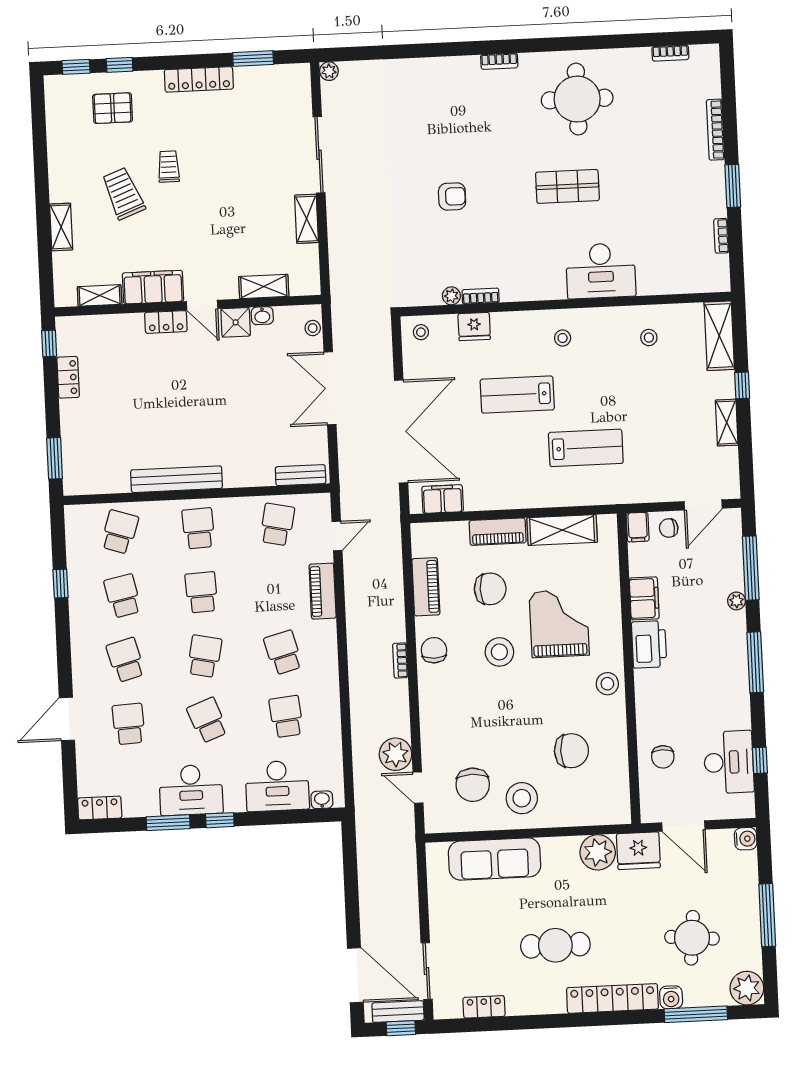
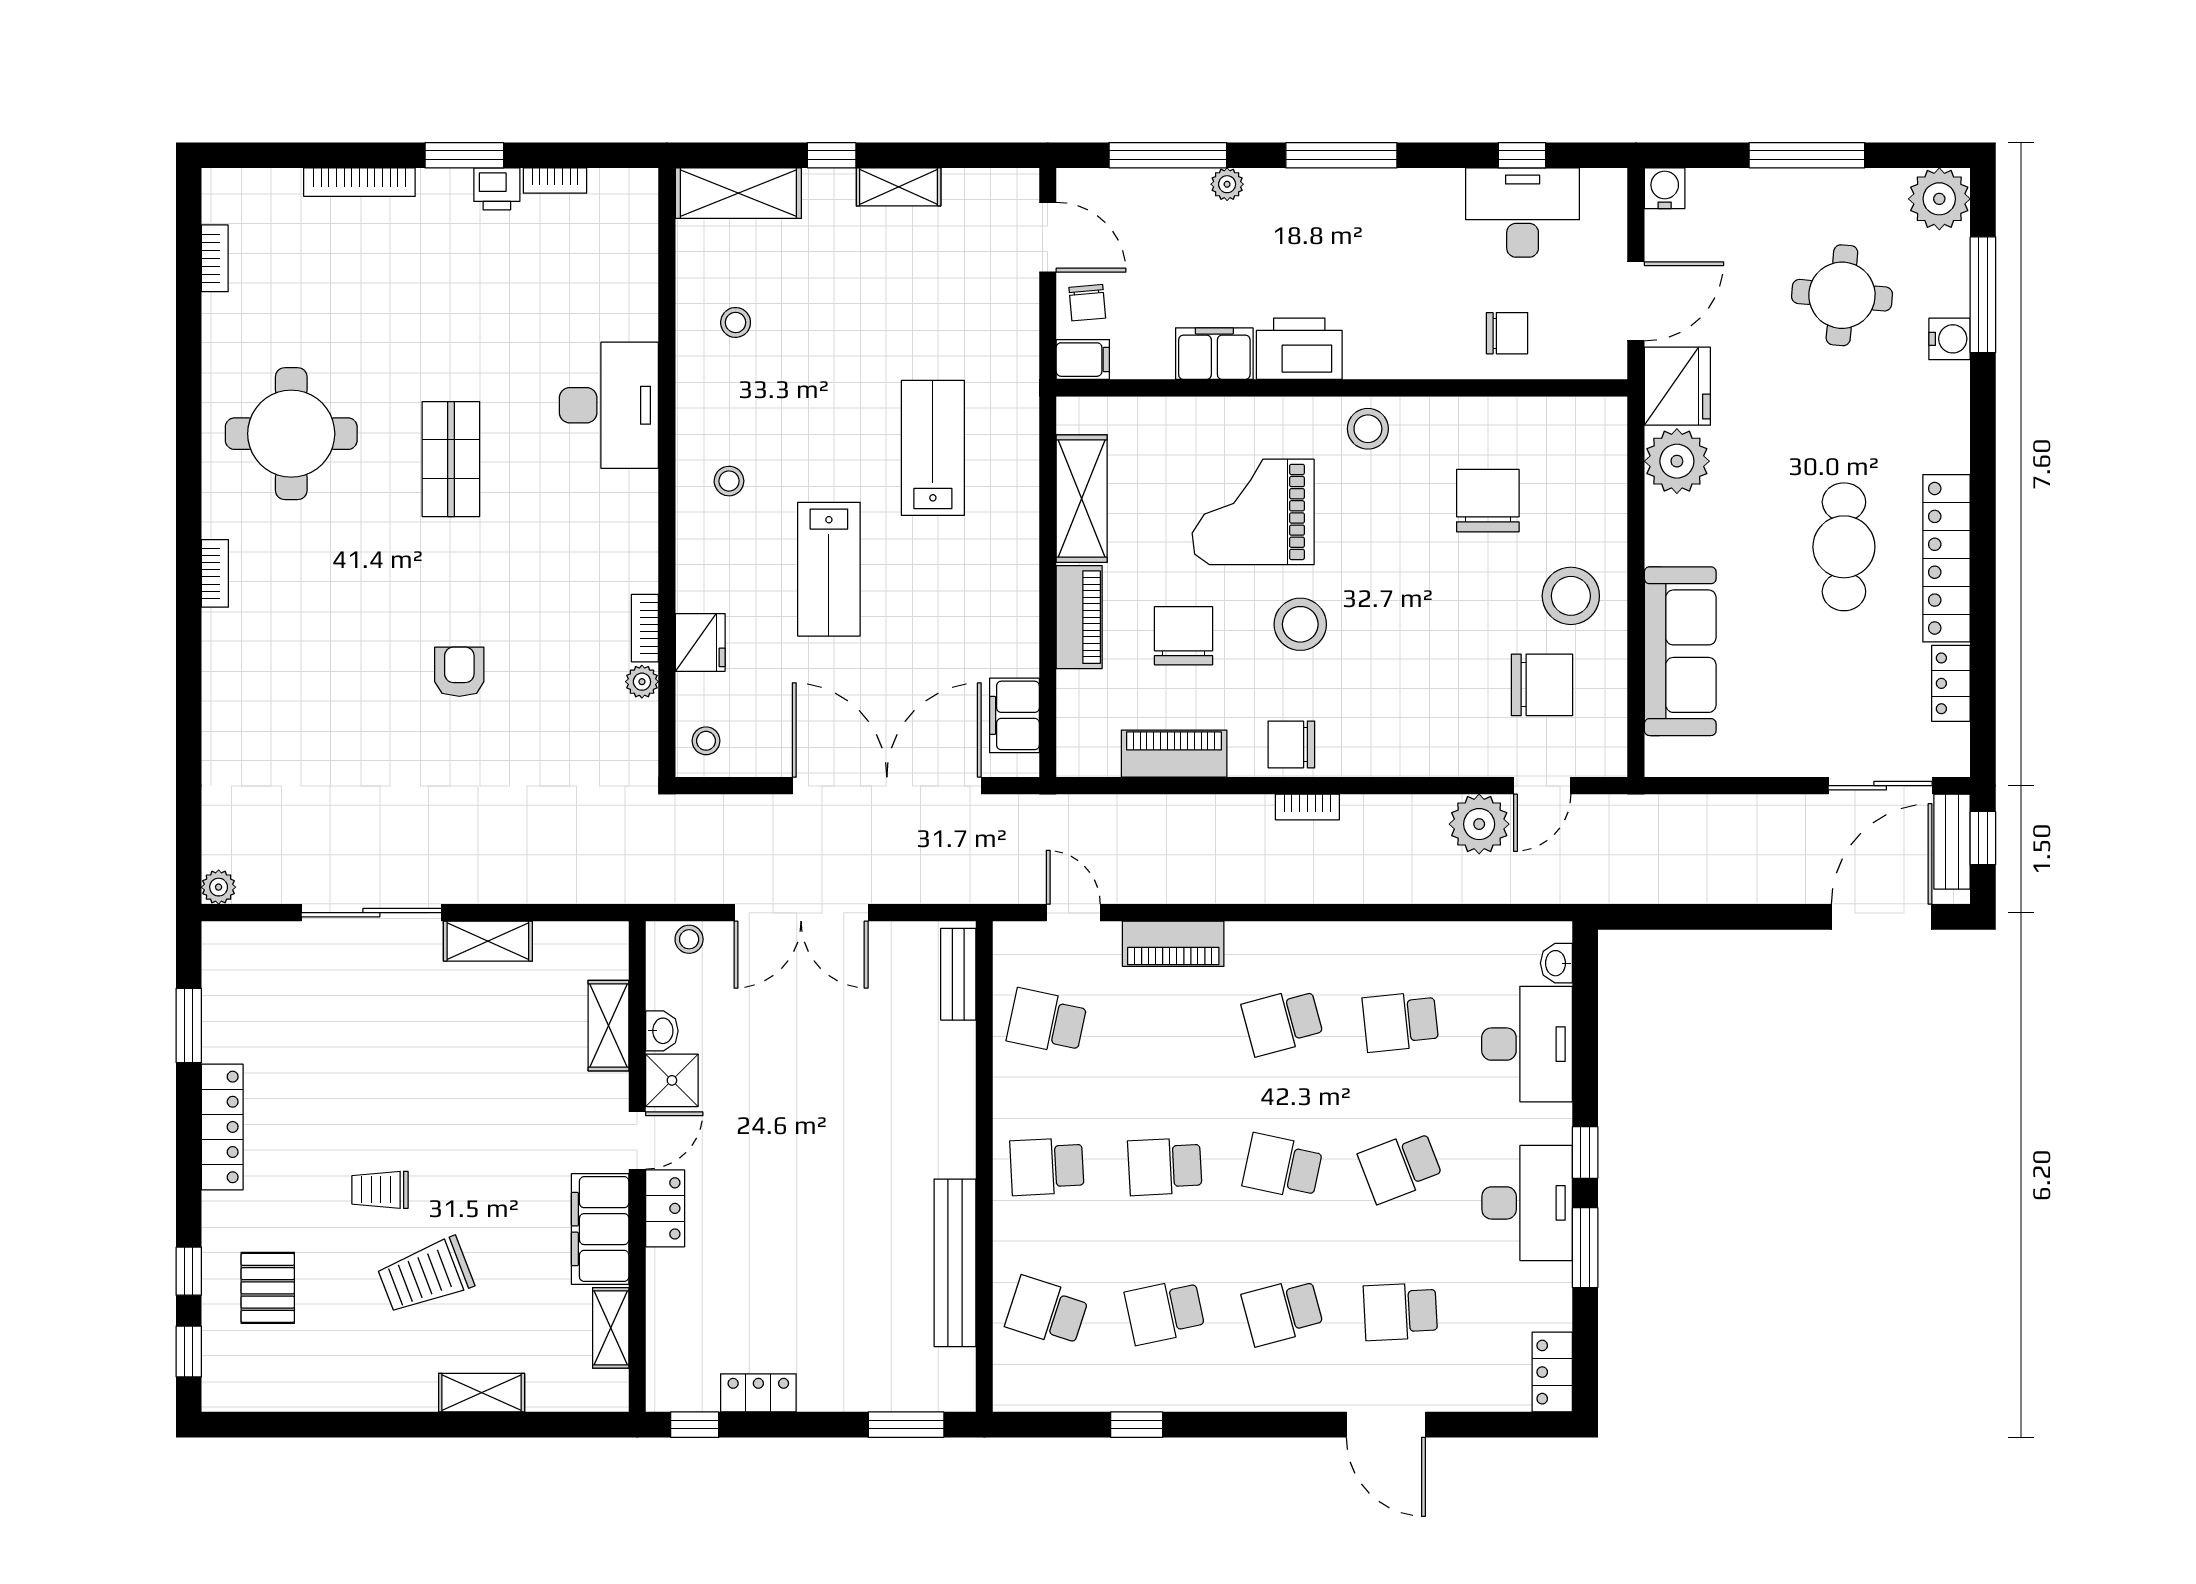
printer: (715, 204) -> (497, 189), added
bench: (177, 479) -> (955, 1263), moved
locker: (612, 998) -> (1947, 558), moved

